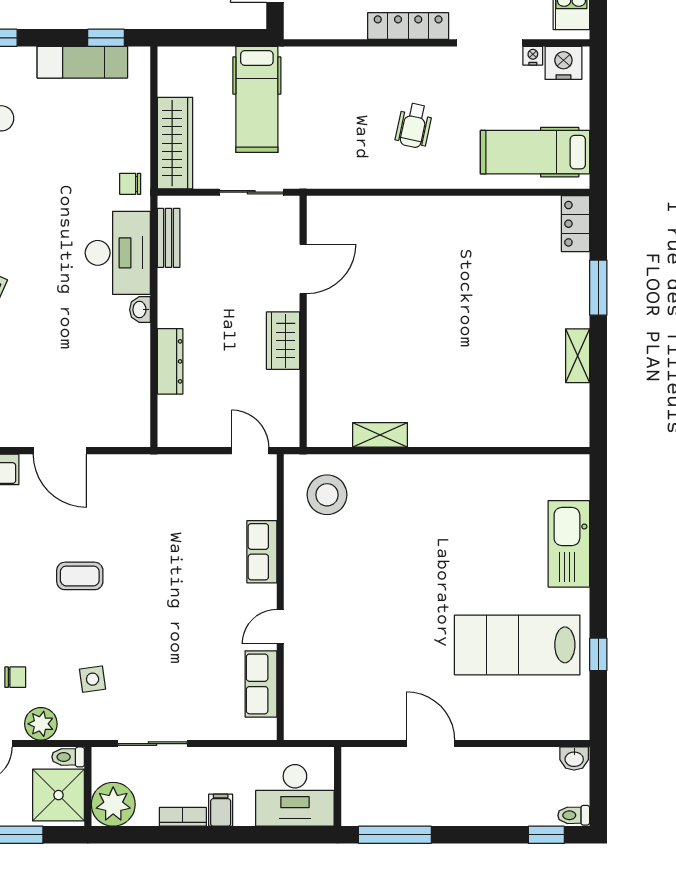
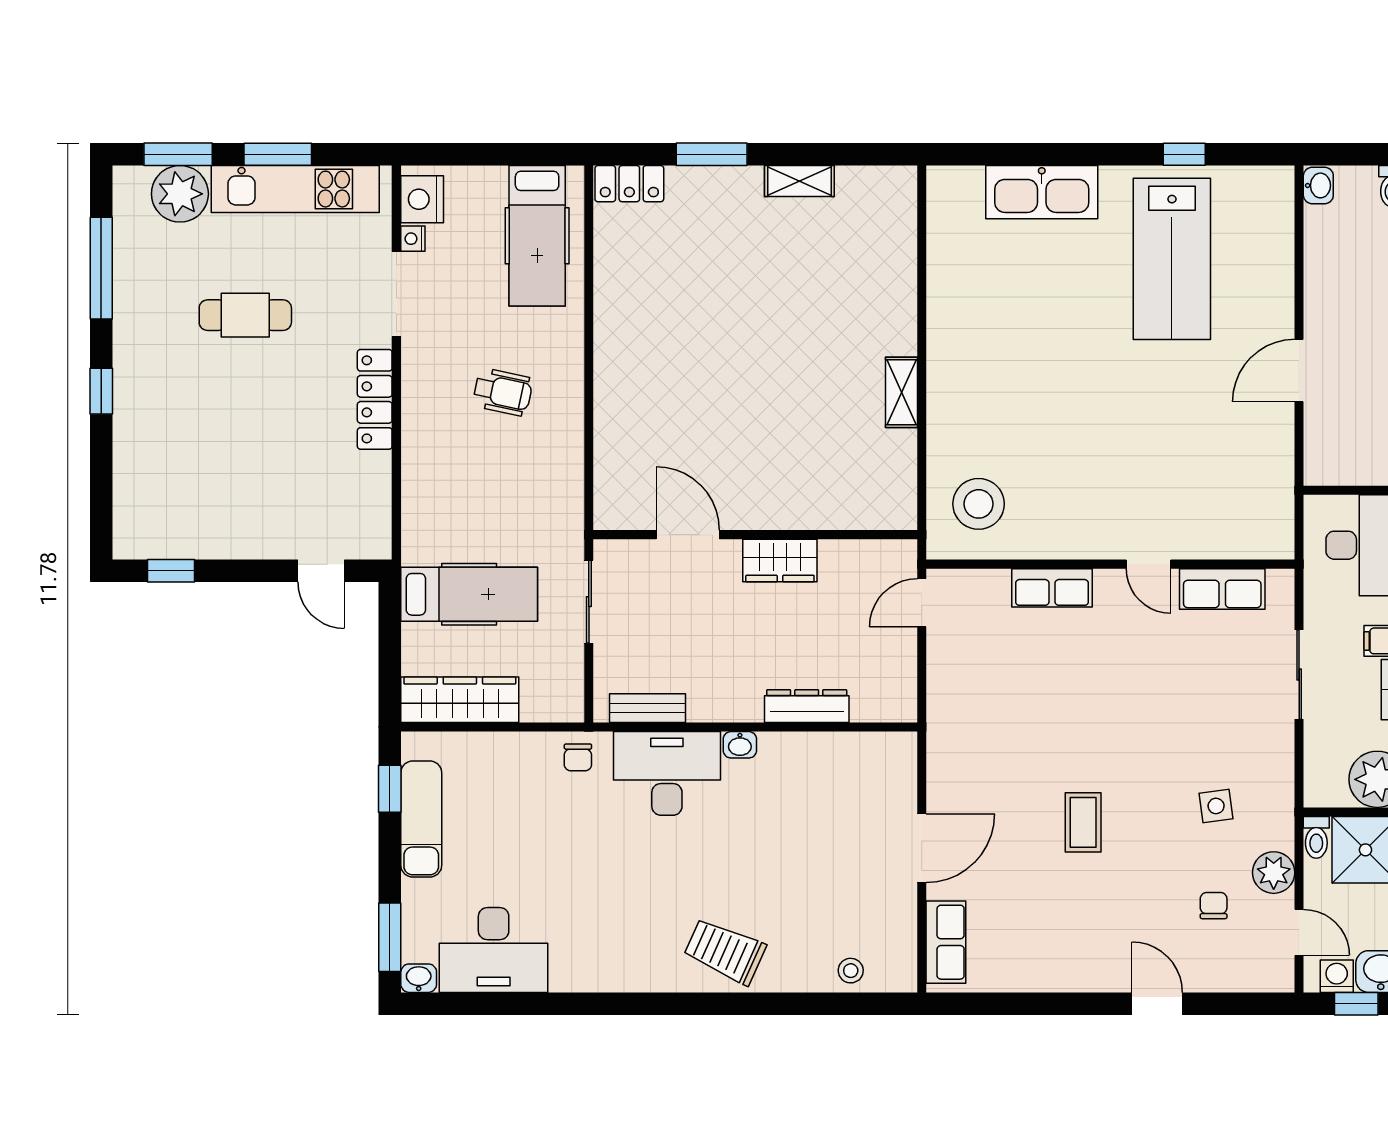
wardrobe: (175, 143) -> (460, 700), moved
shelving: (380, 435) -> (901, 392), moved
sliding door: (152, 744) -> (1299, 674), moved

